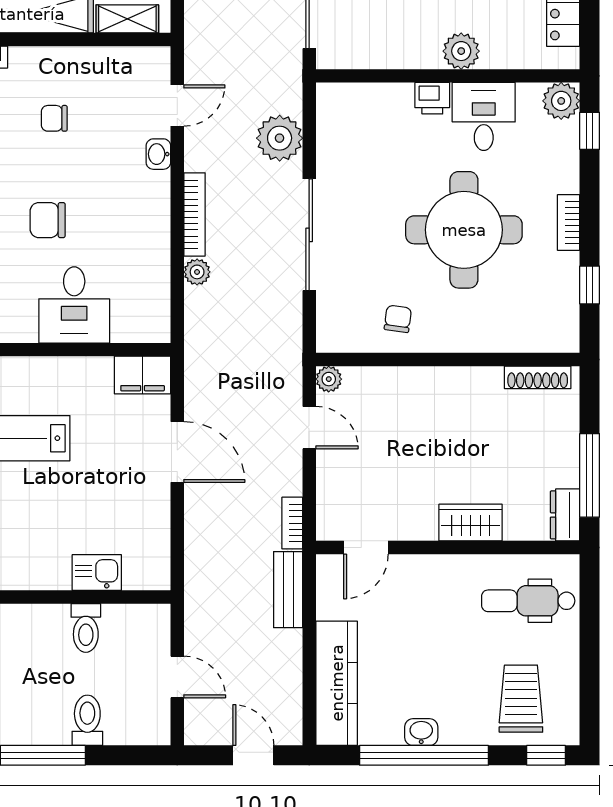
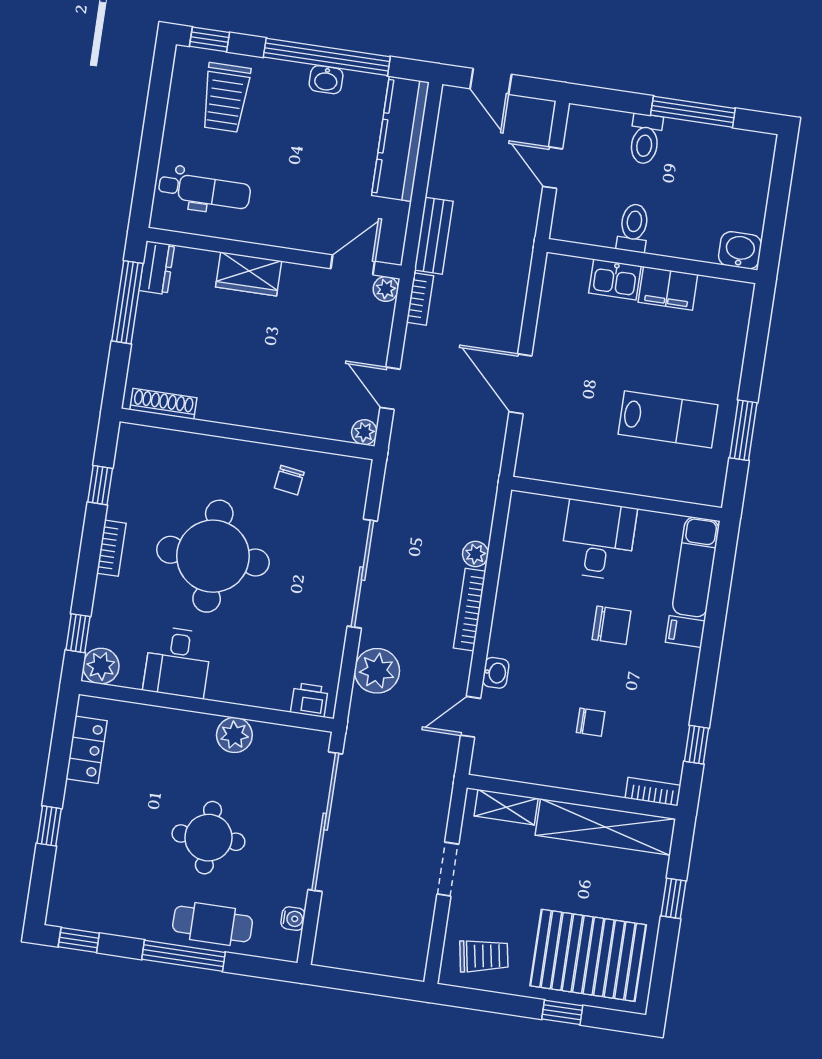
plant: (461, 51) -> (234, 735), moved
printer: (432, 98) -> (309, 700), moved
filing cabinet: (143, 375) -> (668, 288), moved, turned 180
plant: (329, 528) -> (386, 289), added

